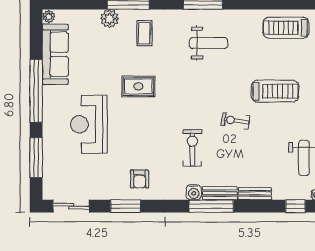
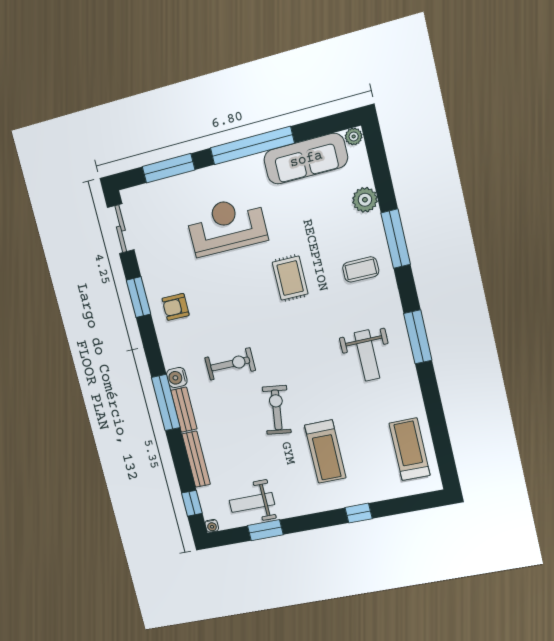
plant: (110, 19) -> (365, 200), moved
exercise bike: (235, 121) -> (277, 410), width x1.38, depth x1.39
bench: (255, 194) -> (196, 459), width x1.36

